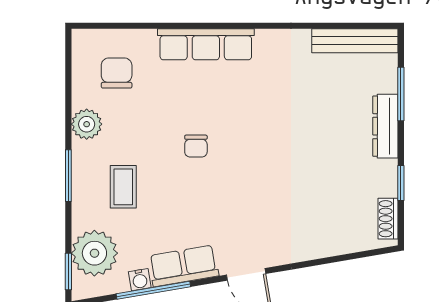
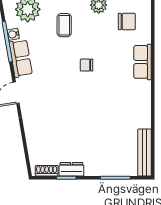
row of seats: (206, 44) -> (143, 62), width x0.68
dresser: (385, 126) -> (71, 169), moved, width x0.70
coffee table: (123, 187) -> (64, 25), turned 90

